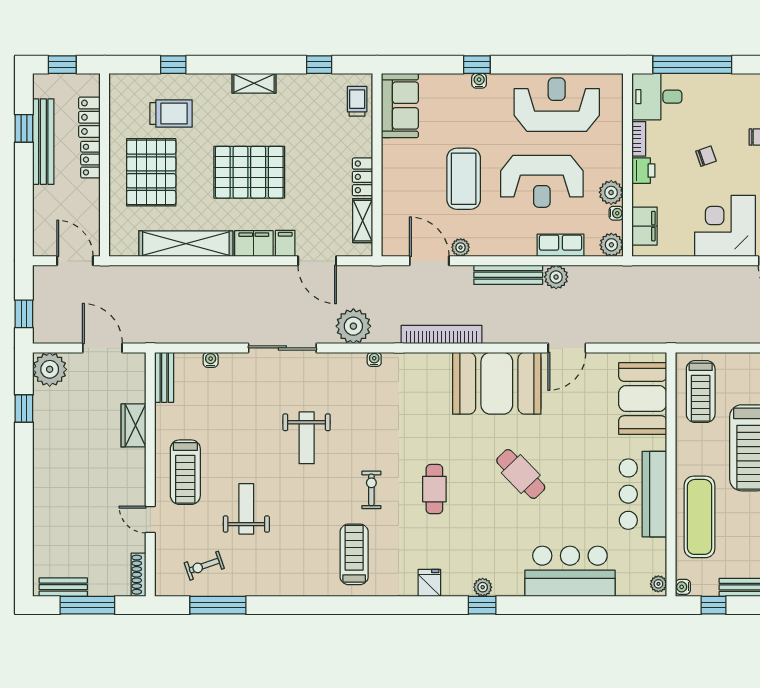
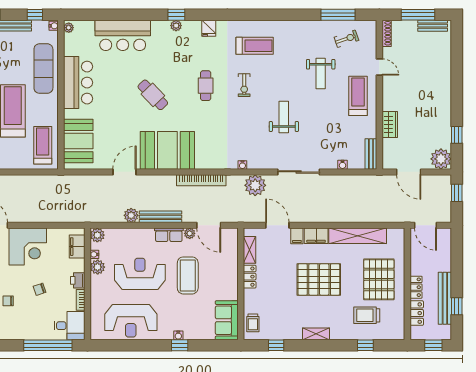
row of seats: (561, 245) -> (169, 235), moved
treadmill: (354, 554) -> (255, 46), turned -90

